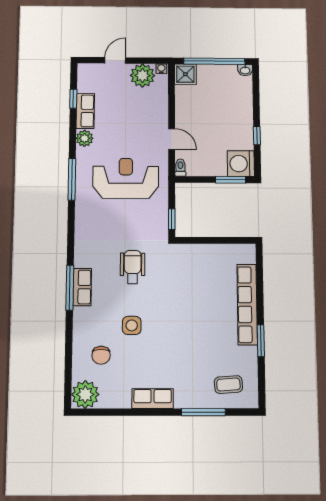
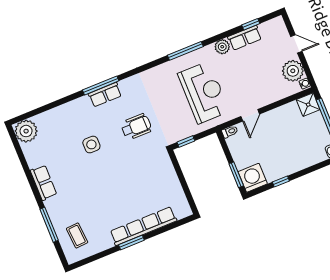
window: (261, 341) -> (131, 242), moved
chair: (101, 355) -> (60, 131), removed

